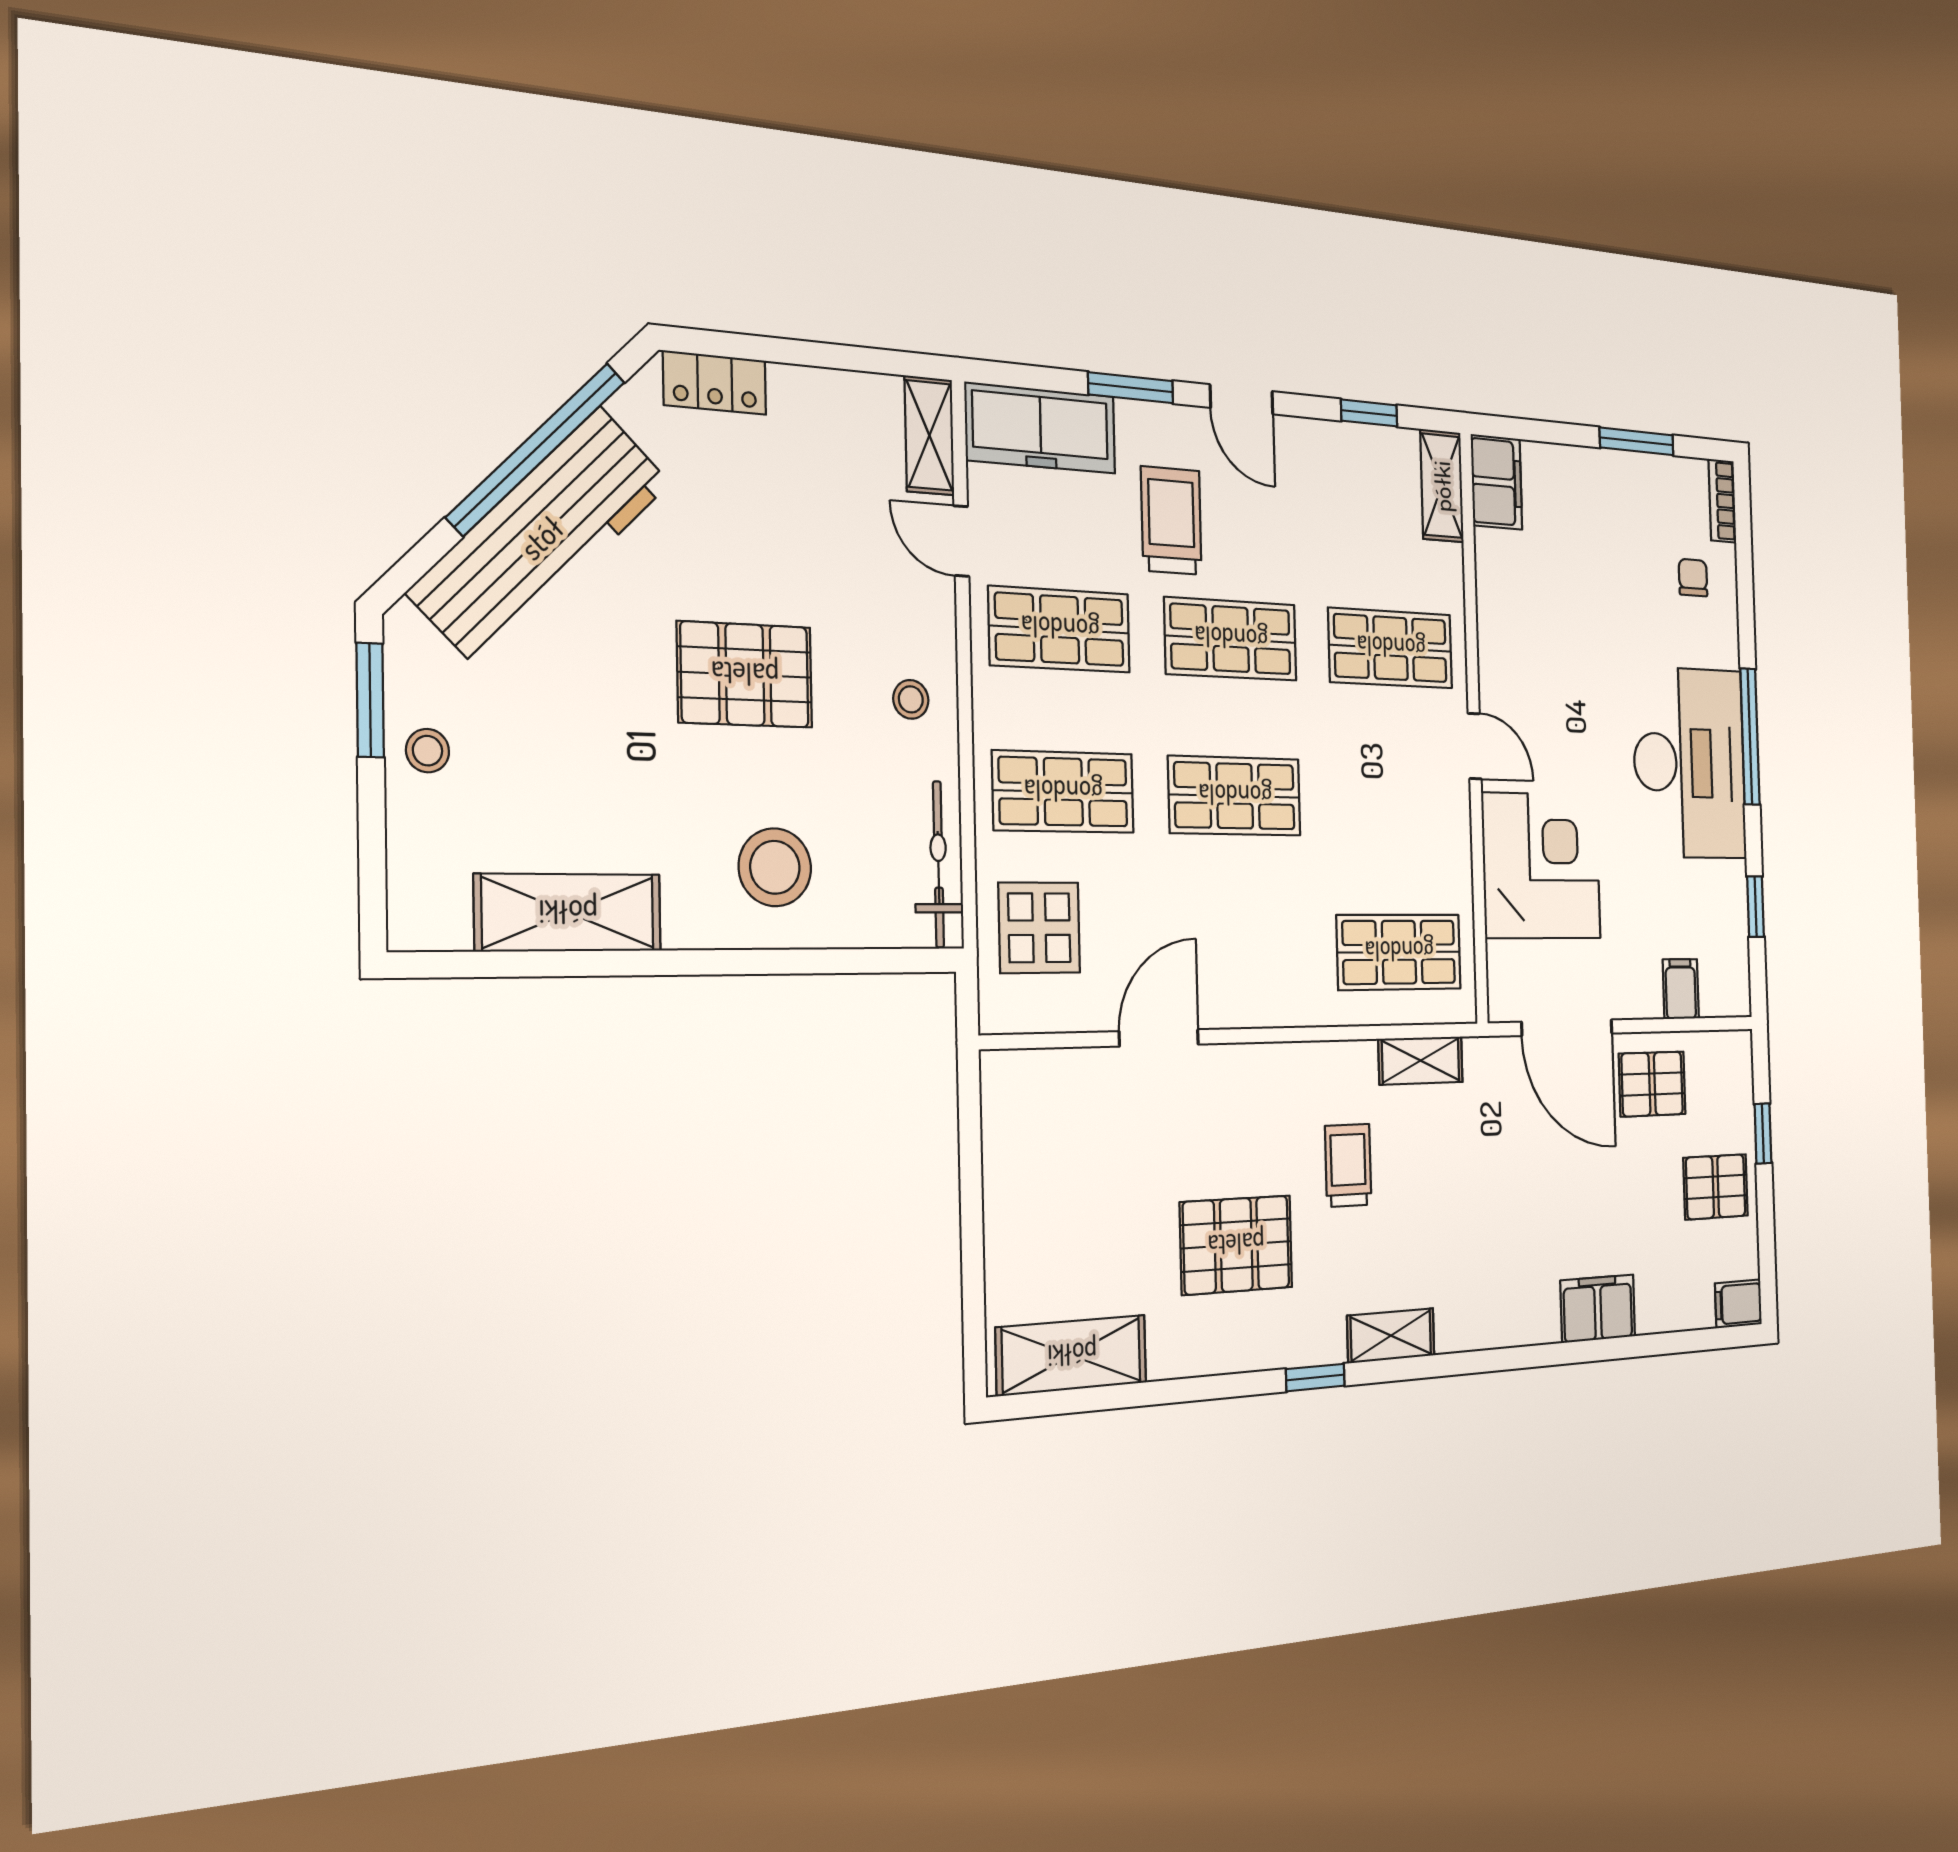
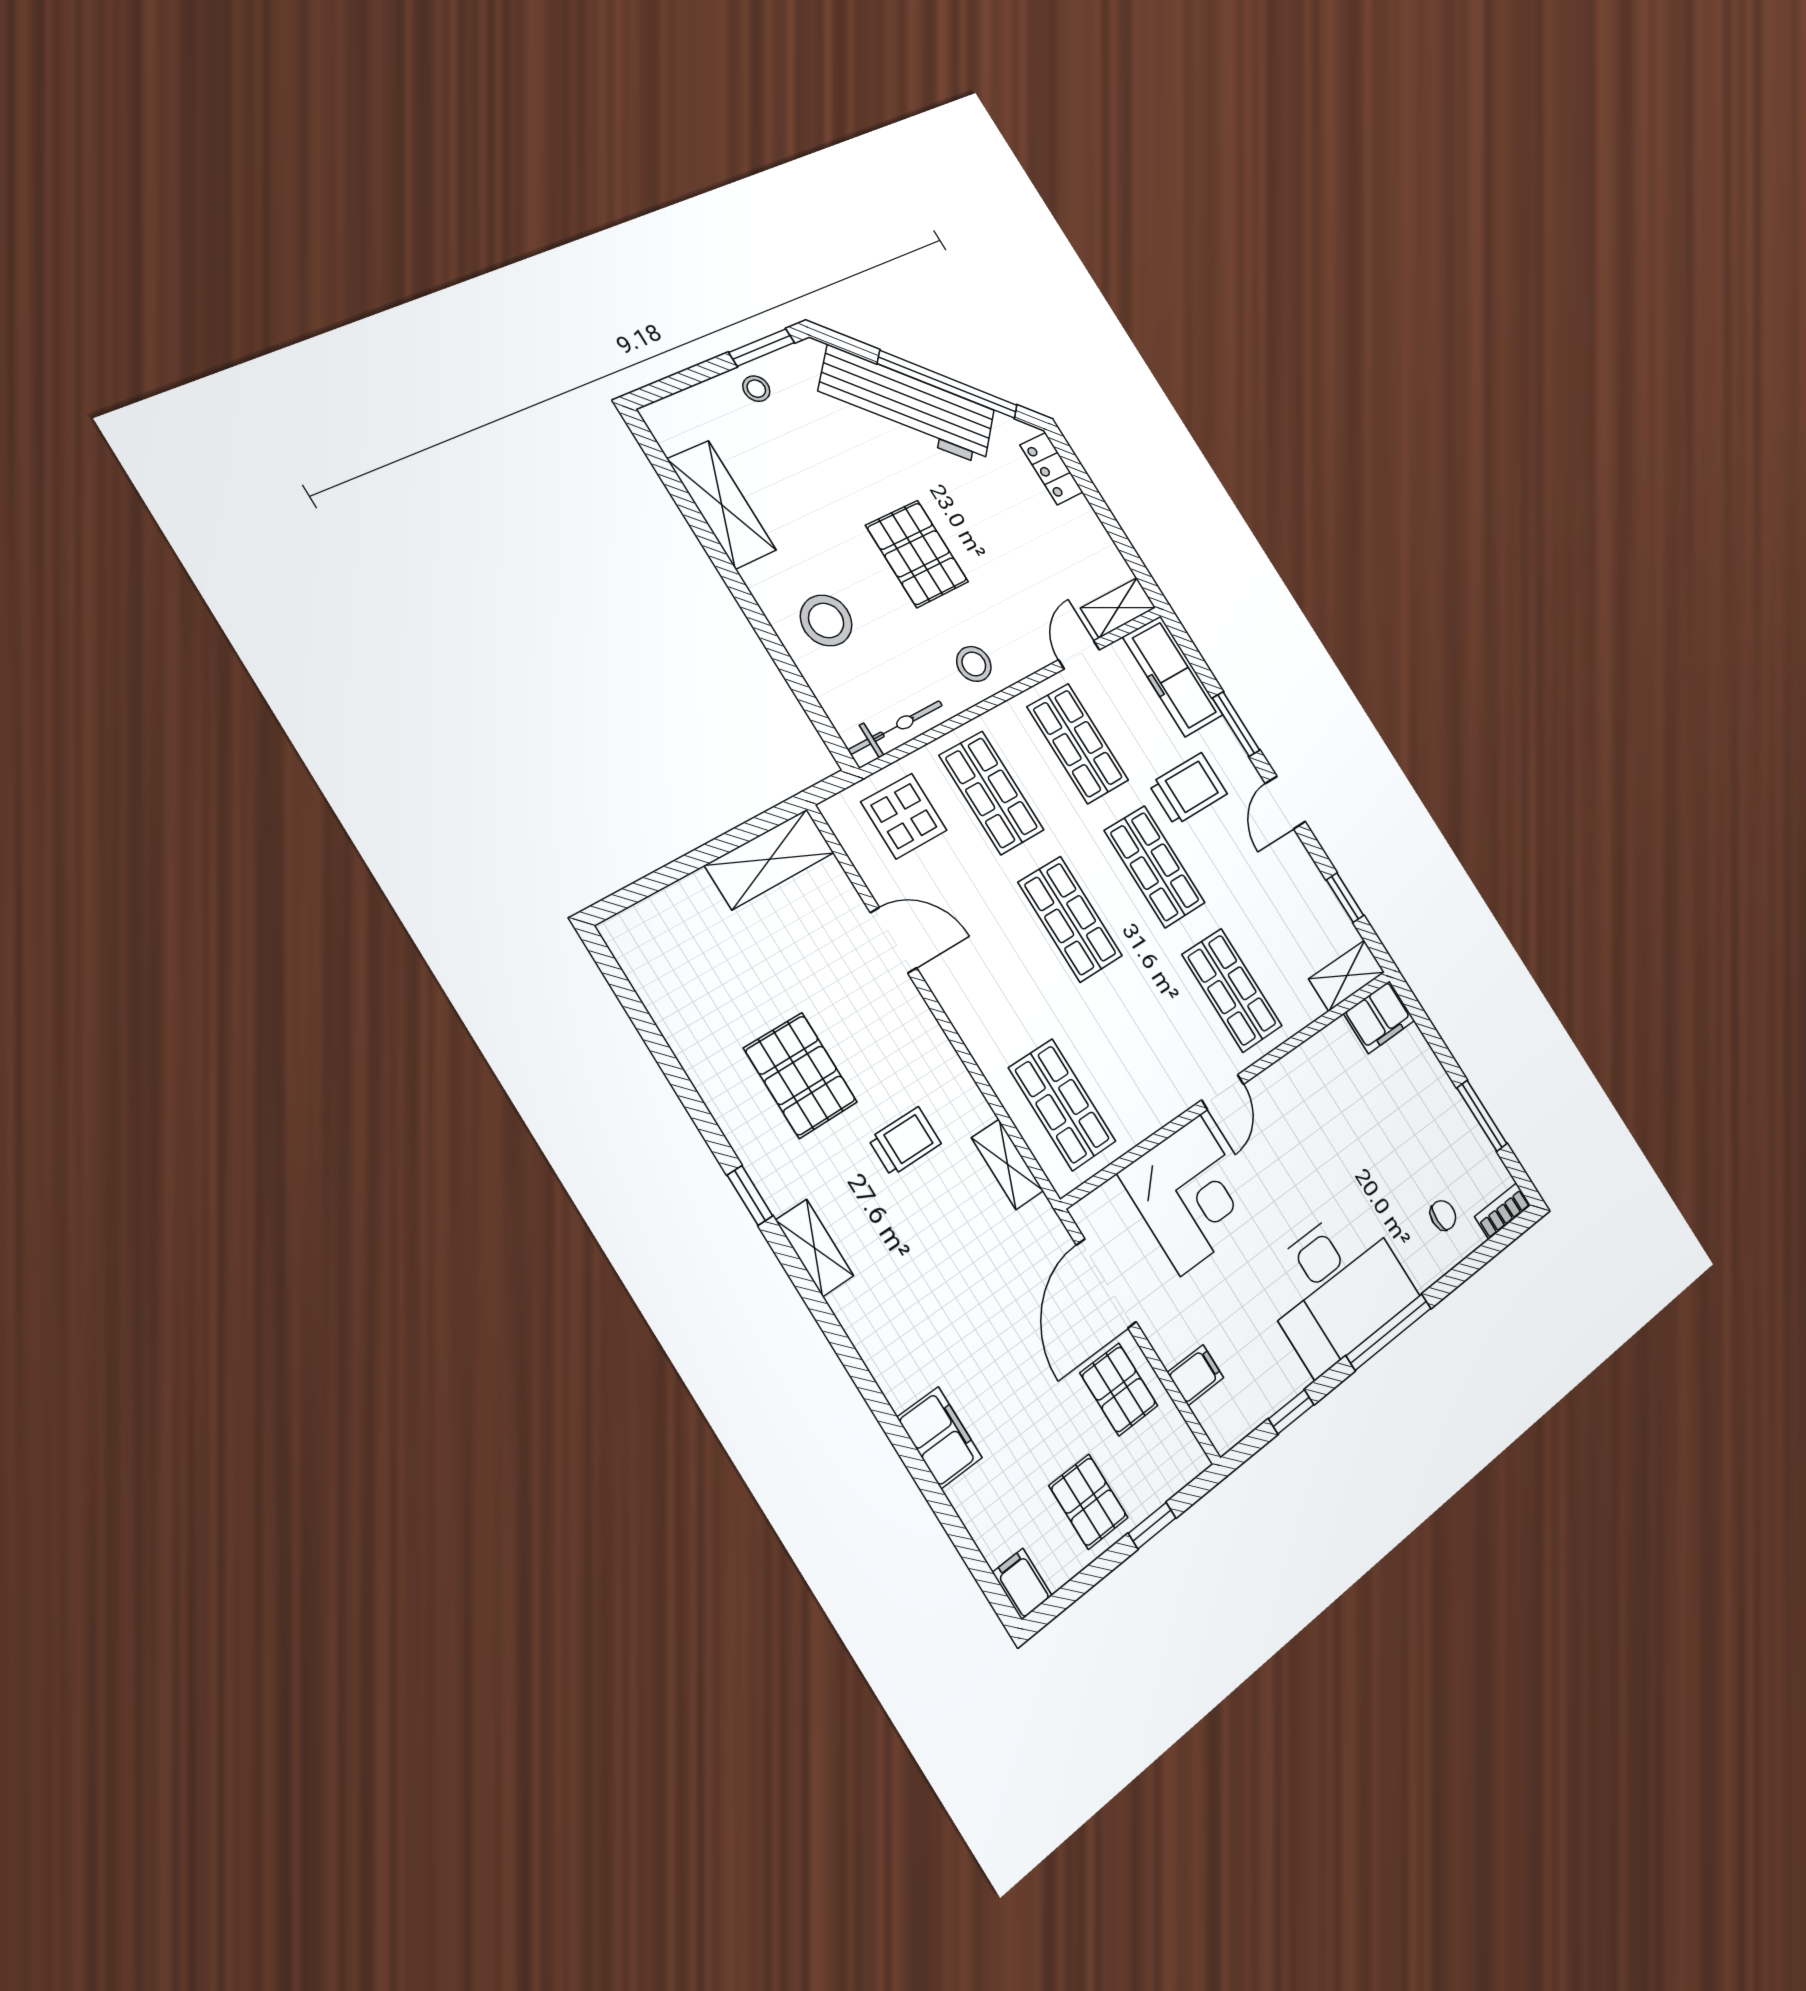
stool: (911, 699) -> (974, 664), width x1.37, depth x1.37
shelving: (1072, 1355) -> (770, 859), moved, turned 90

